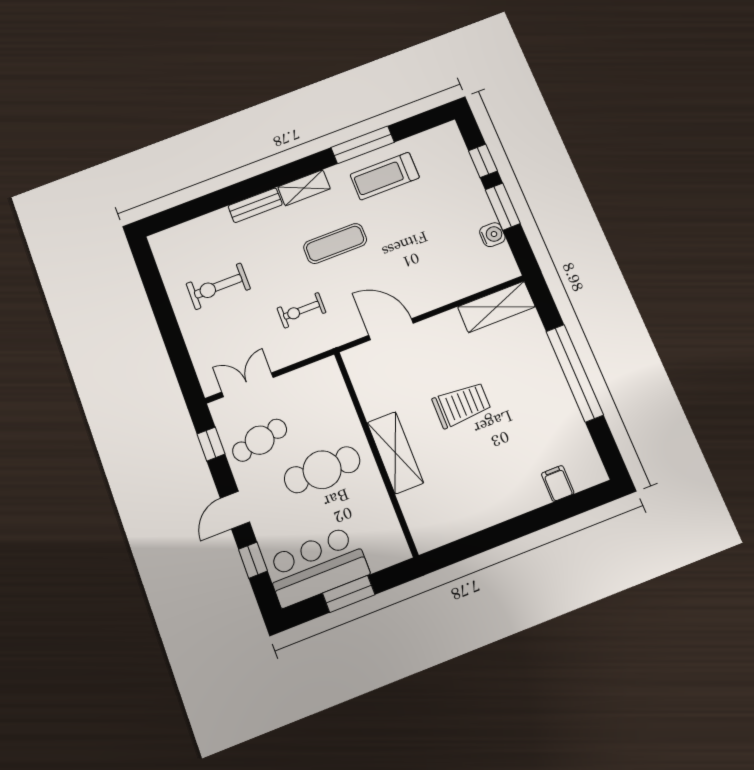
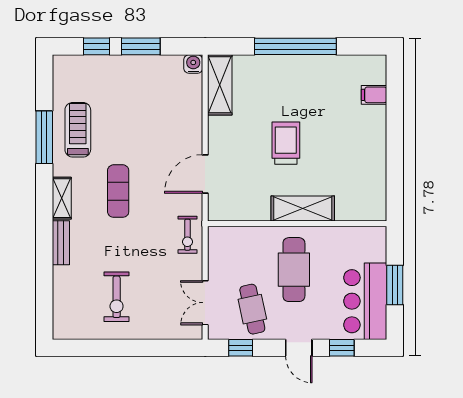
treadmill: (385, 176) -> (78, 130), turned 180
water cooler: (492, 235) -> (193, 64), moved
exercise bike: (301, 310) -> (187, 235), moved

